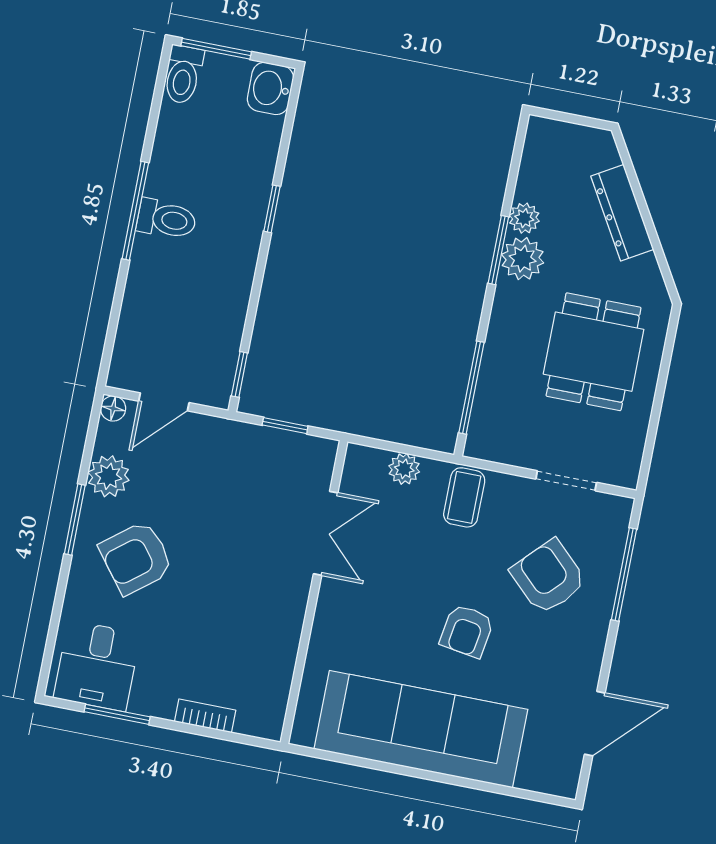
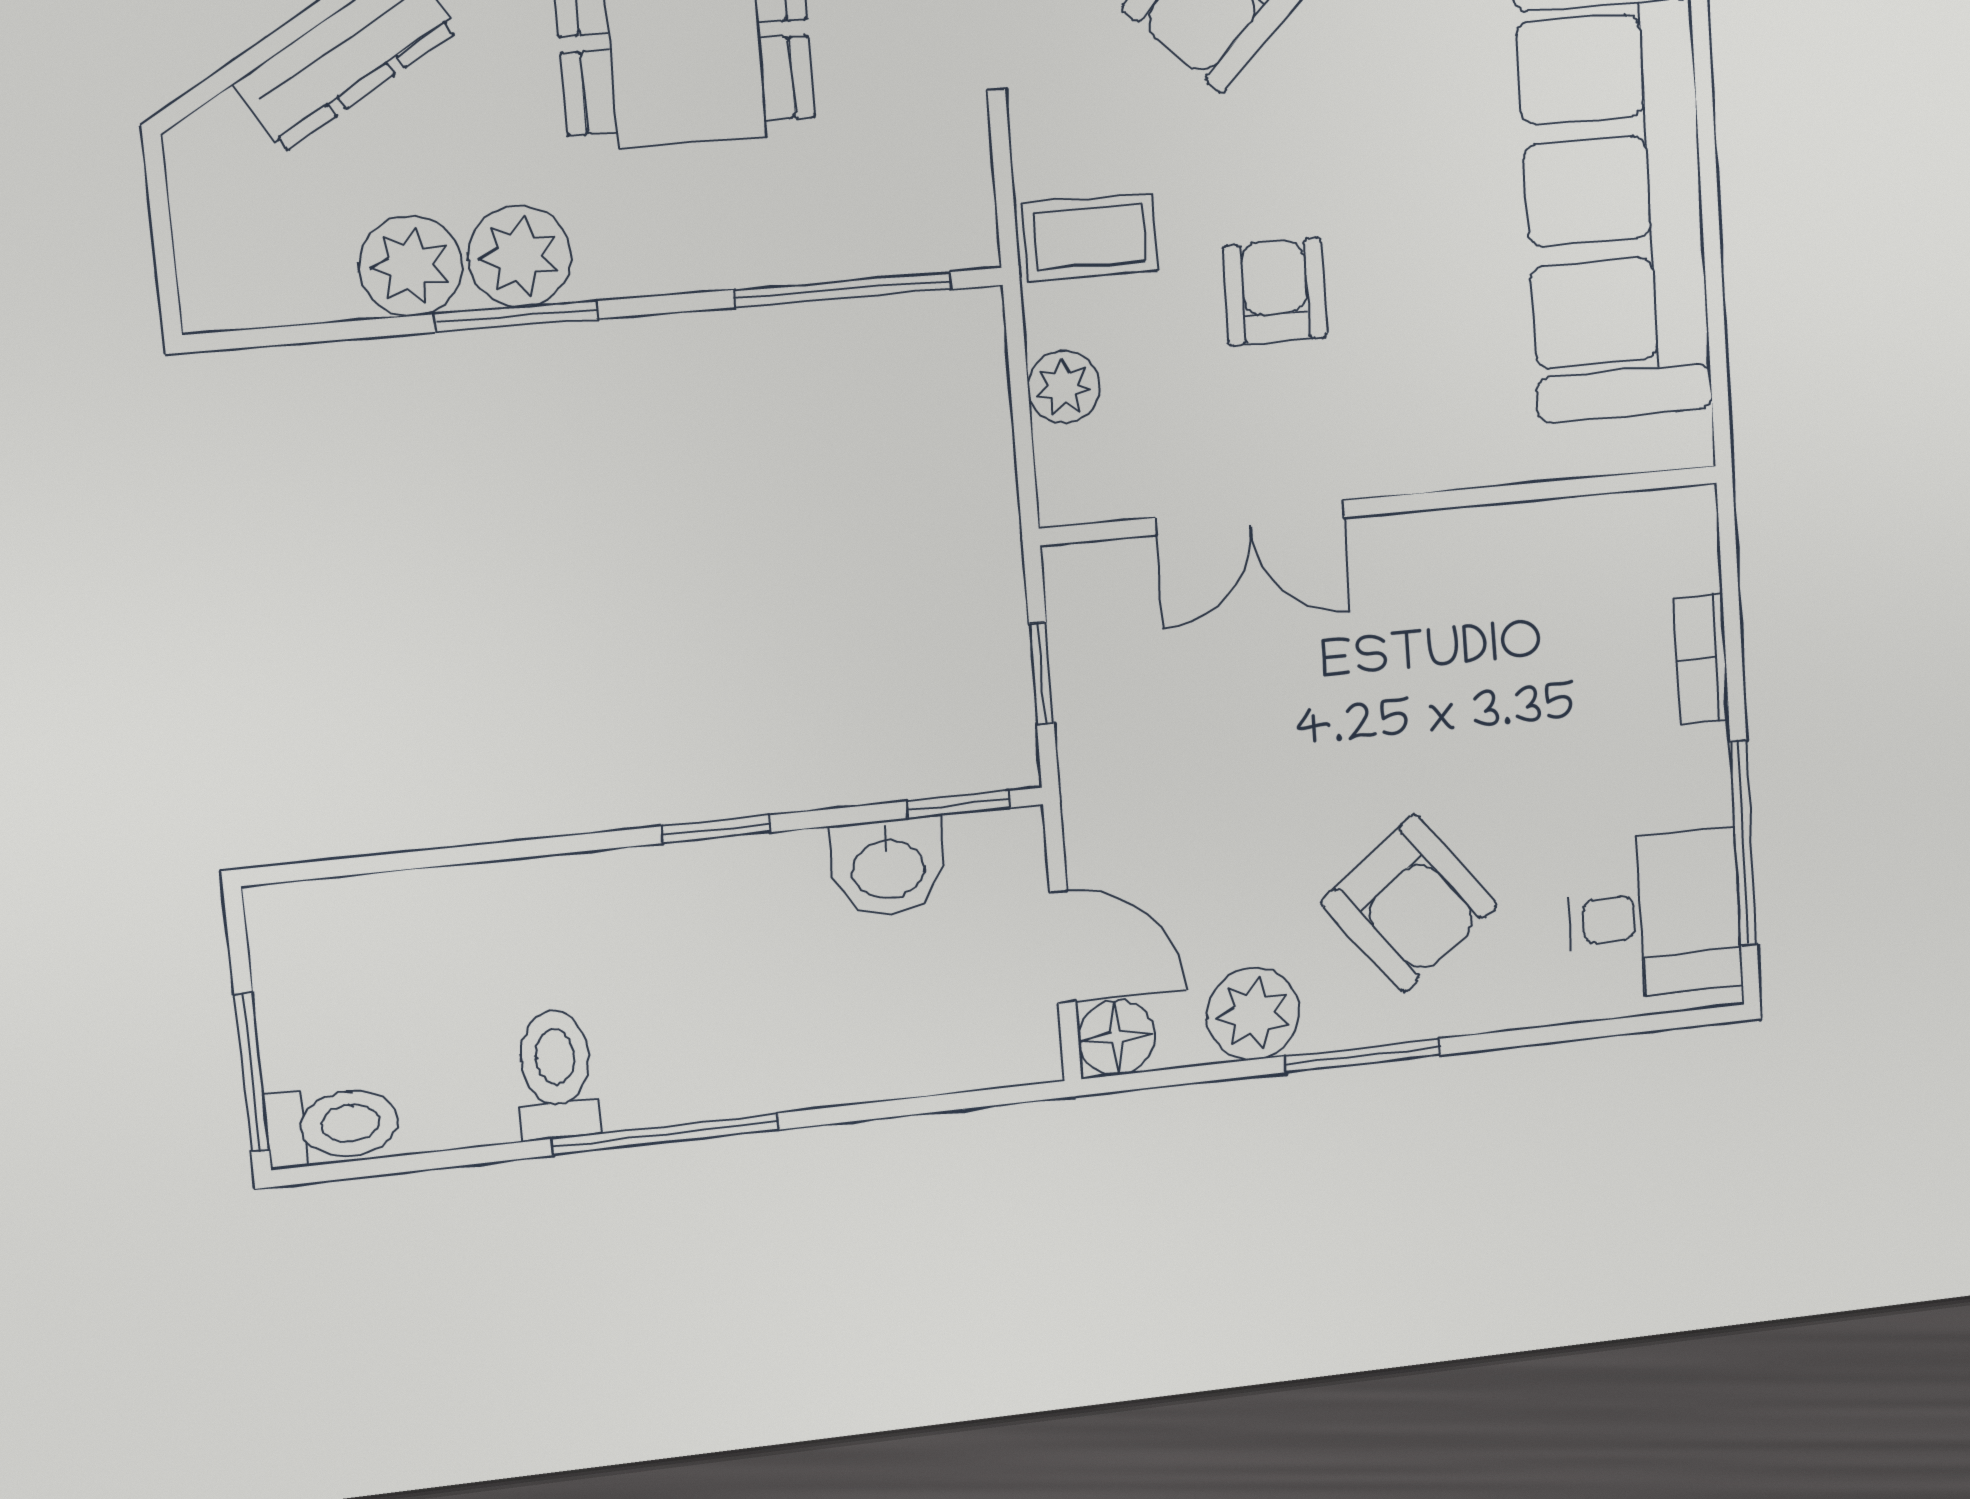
washbasin: (270, 88) -> (888, 867), moved
window: (272, 209) -> (716, 829), moved
plant: (524, 218) -> (411, 266), width x1.38, depth x1.38
toilet: (167, 219) -> (557, 1074), moved
floor lamp: (113, 408) -> (1116, 1037), width x1.37, depth x1.37
double door: (326, 533) -> (1250, 518), swing flipped
armchair: (467, 631) -> (1275, 292), moved, turned -99
window: (117, 714) -> (1744, 843), width x1.44

